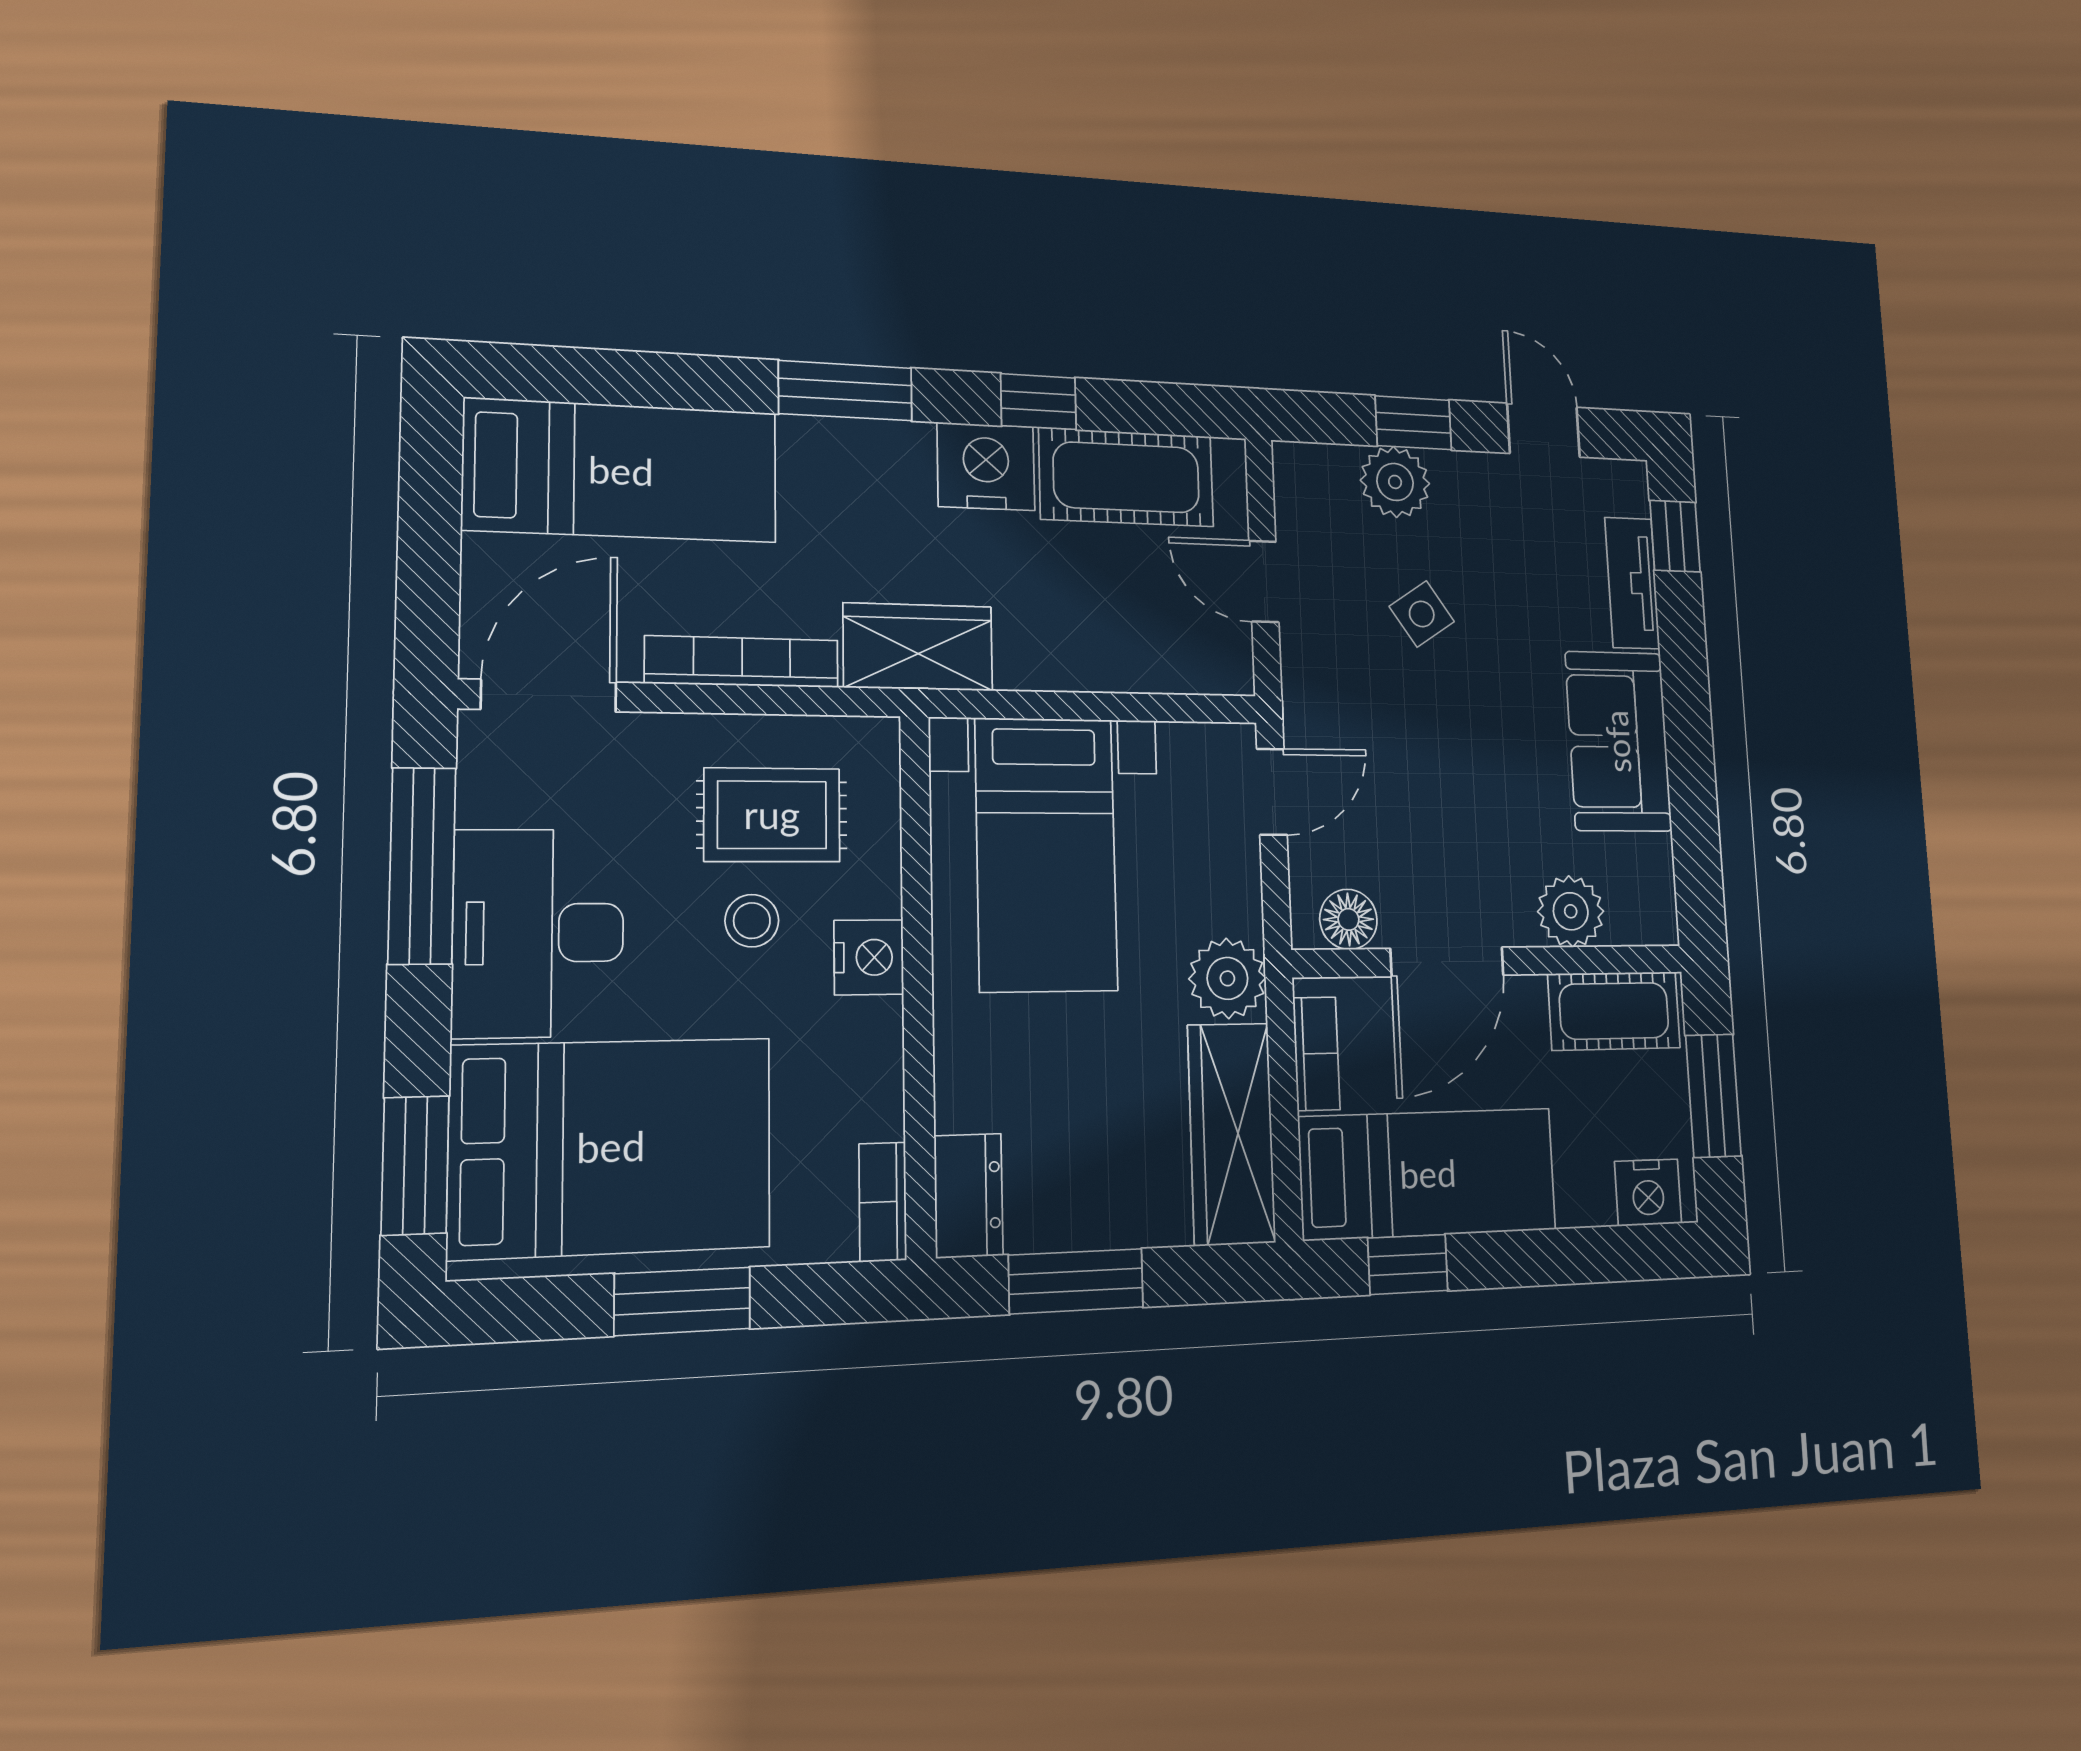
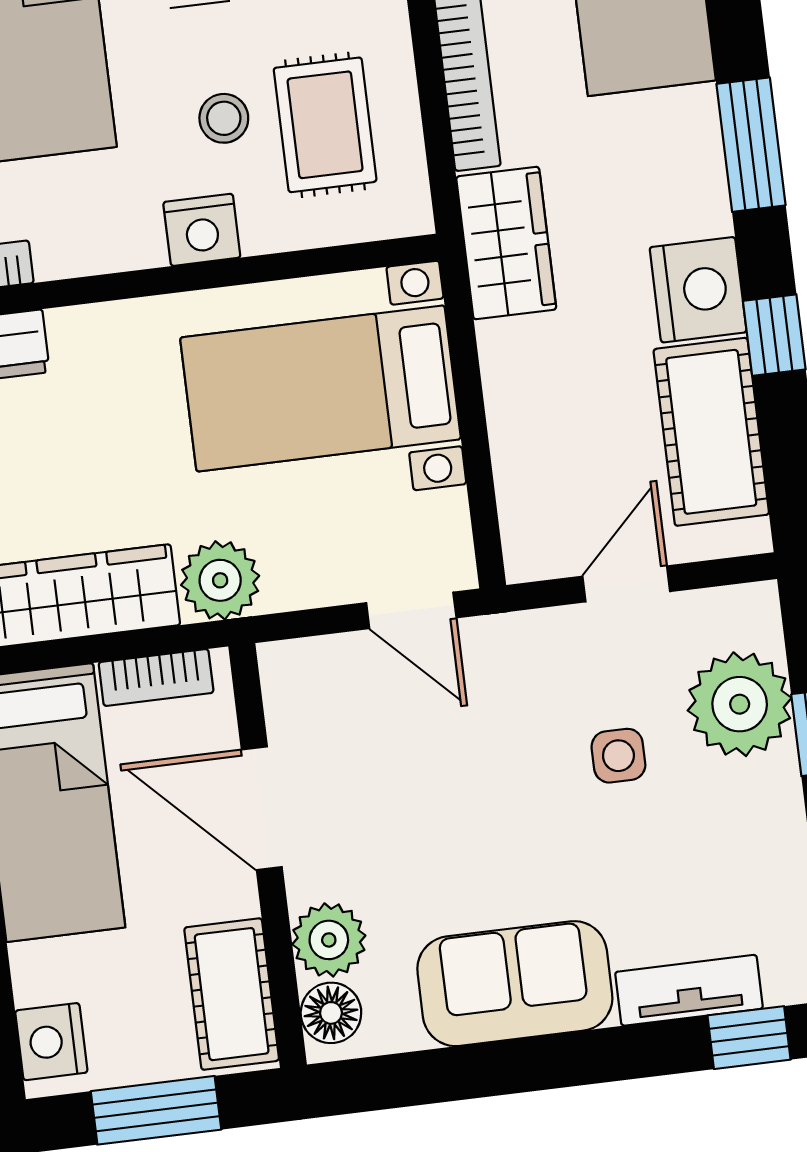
plant: (1395, 482) -> (740, 704), width x1.36, depth x1.36
side table: (1422, 614) -> (618, 756), turned 34
floor lamp: (1348, 919) -> (331, 1013), moved

